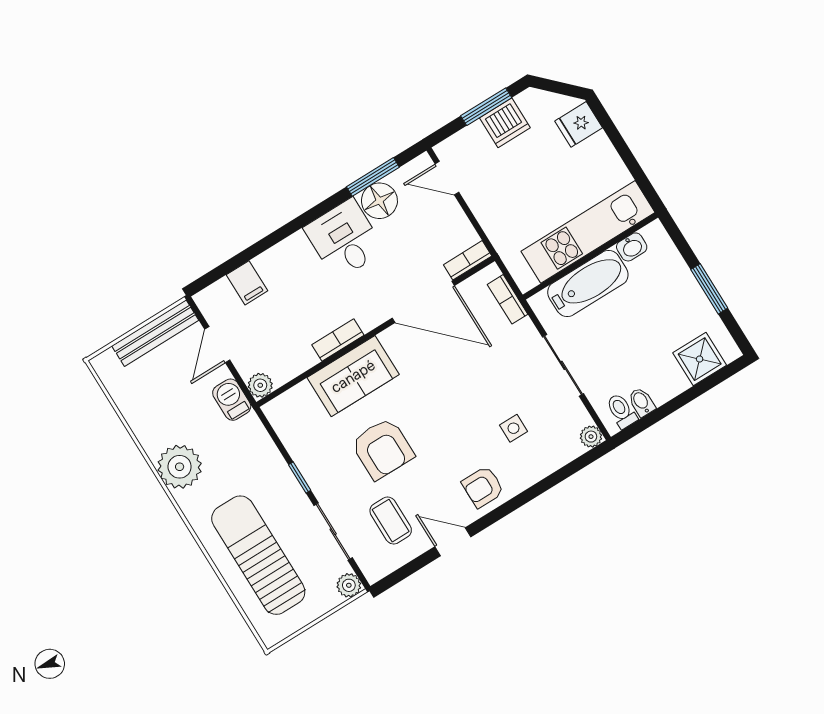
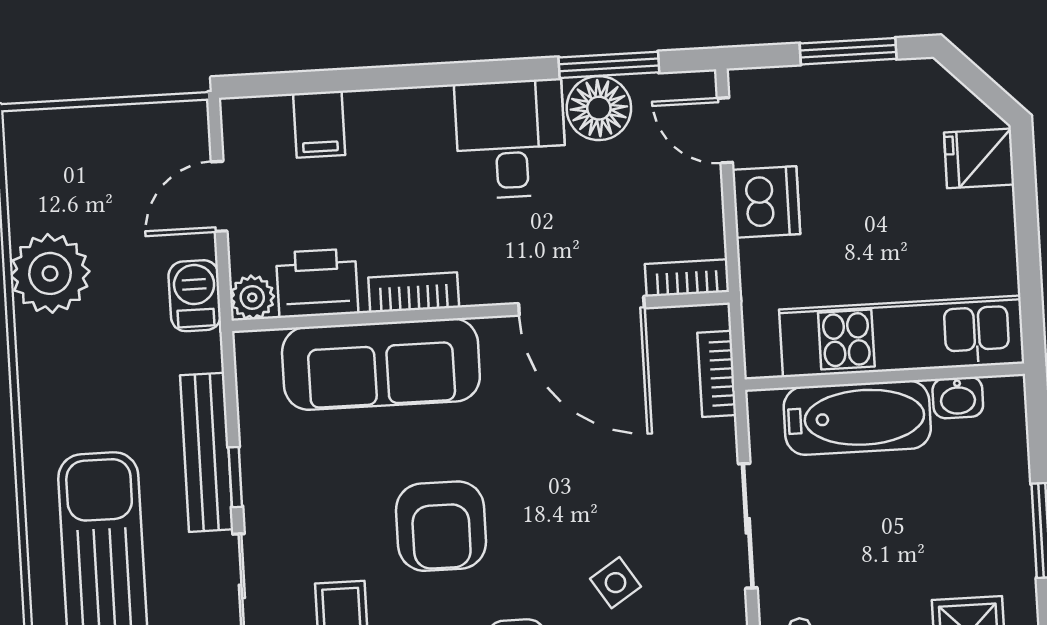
dishwasher: (505, 123) -> (766, 202), moved, turned -90
bench: (155, 333) -> (207, 452), moved, turned 90
printer: (288, 361) -> (317, 283), added
sofa: (353, 376) -> (381, 364), width x1.36
side table: (513, 428) -> (616, 583), turned -33
armchair: (382, 449) -> (441, 526), moved
plant: (180, 467) -> (50, 273), moved

